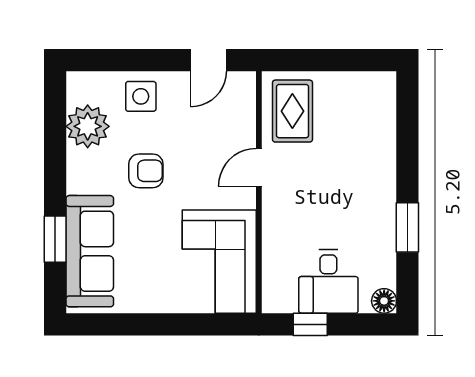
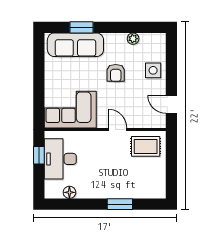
plant: (88, 126) -> (133, 39), width x0.53, depth x0.53
window: (407, 227) -> (120, 204), moved
desk: (328, 281) -> (60, 159), width x1.37
floor lamp: (384, 301) -> (69, 192), moved

